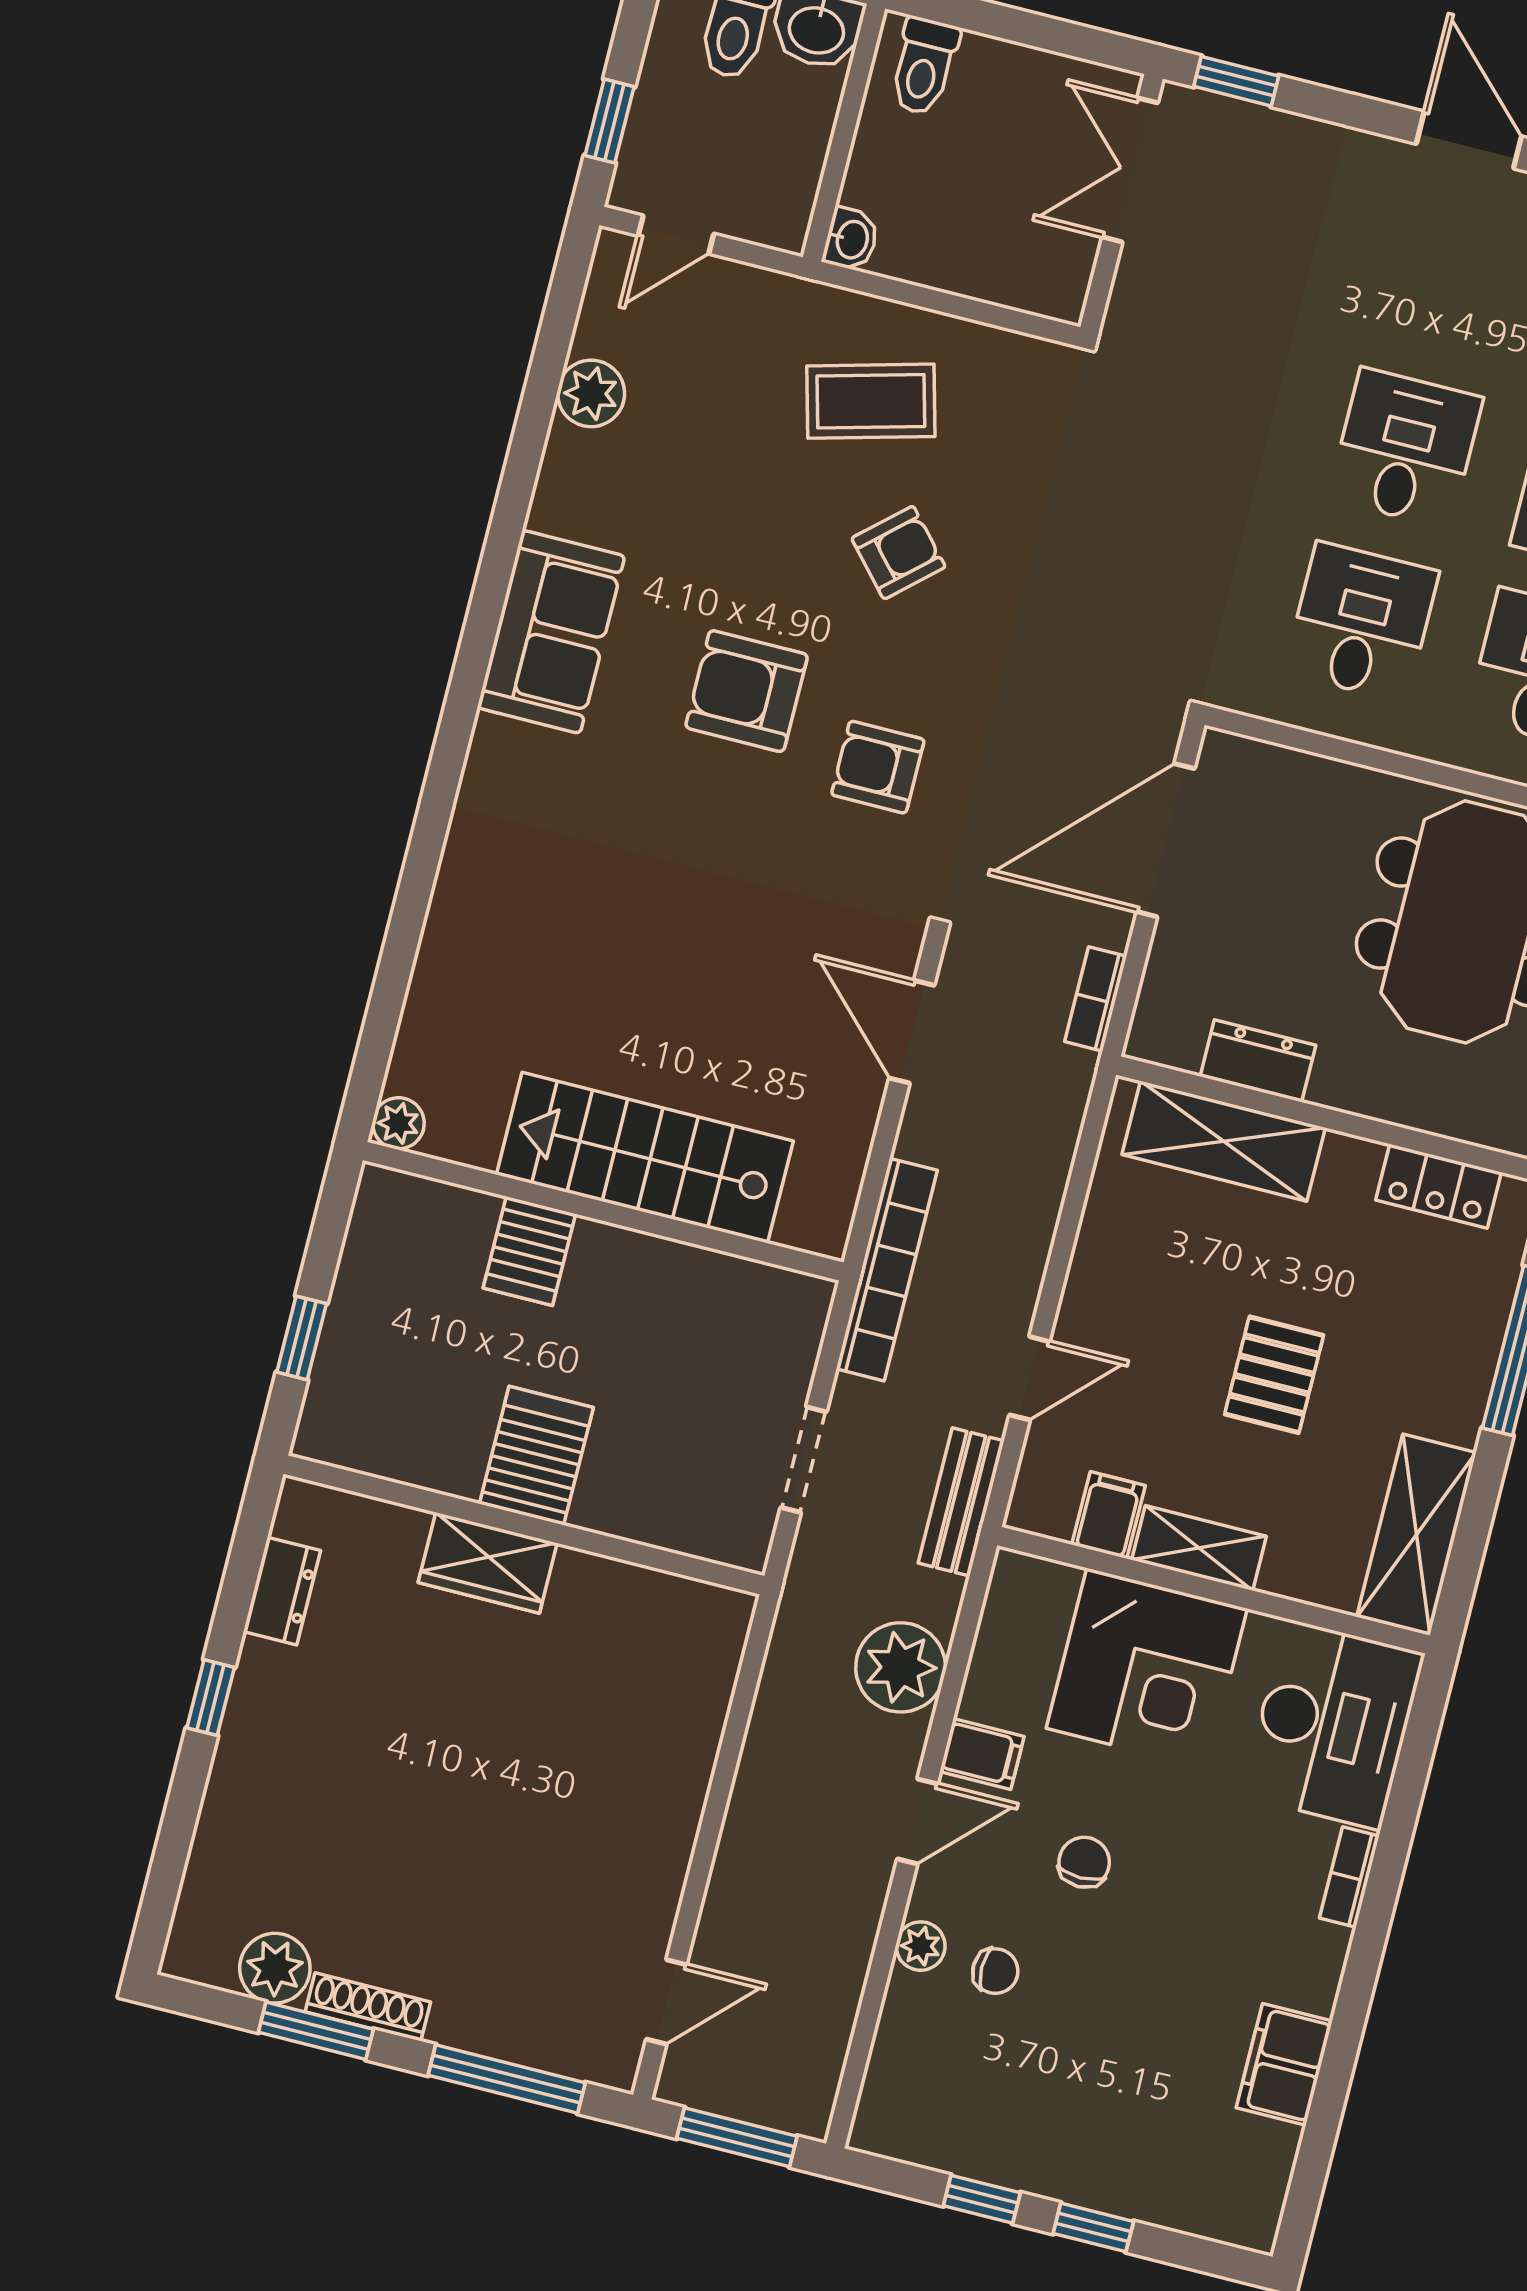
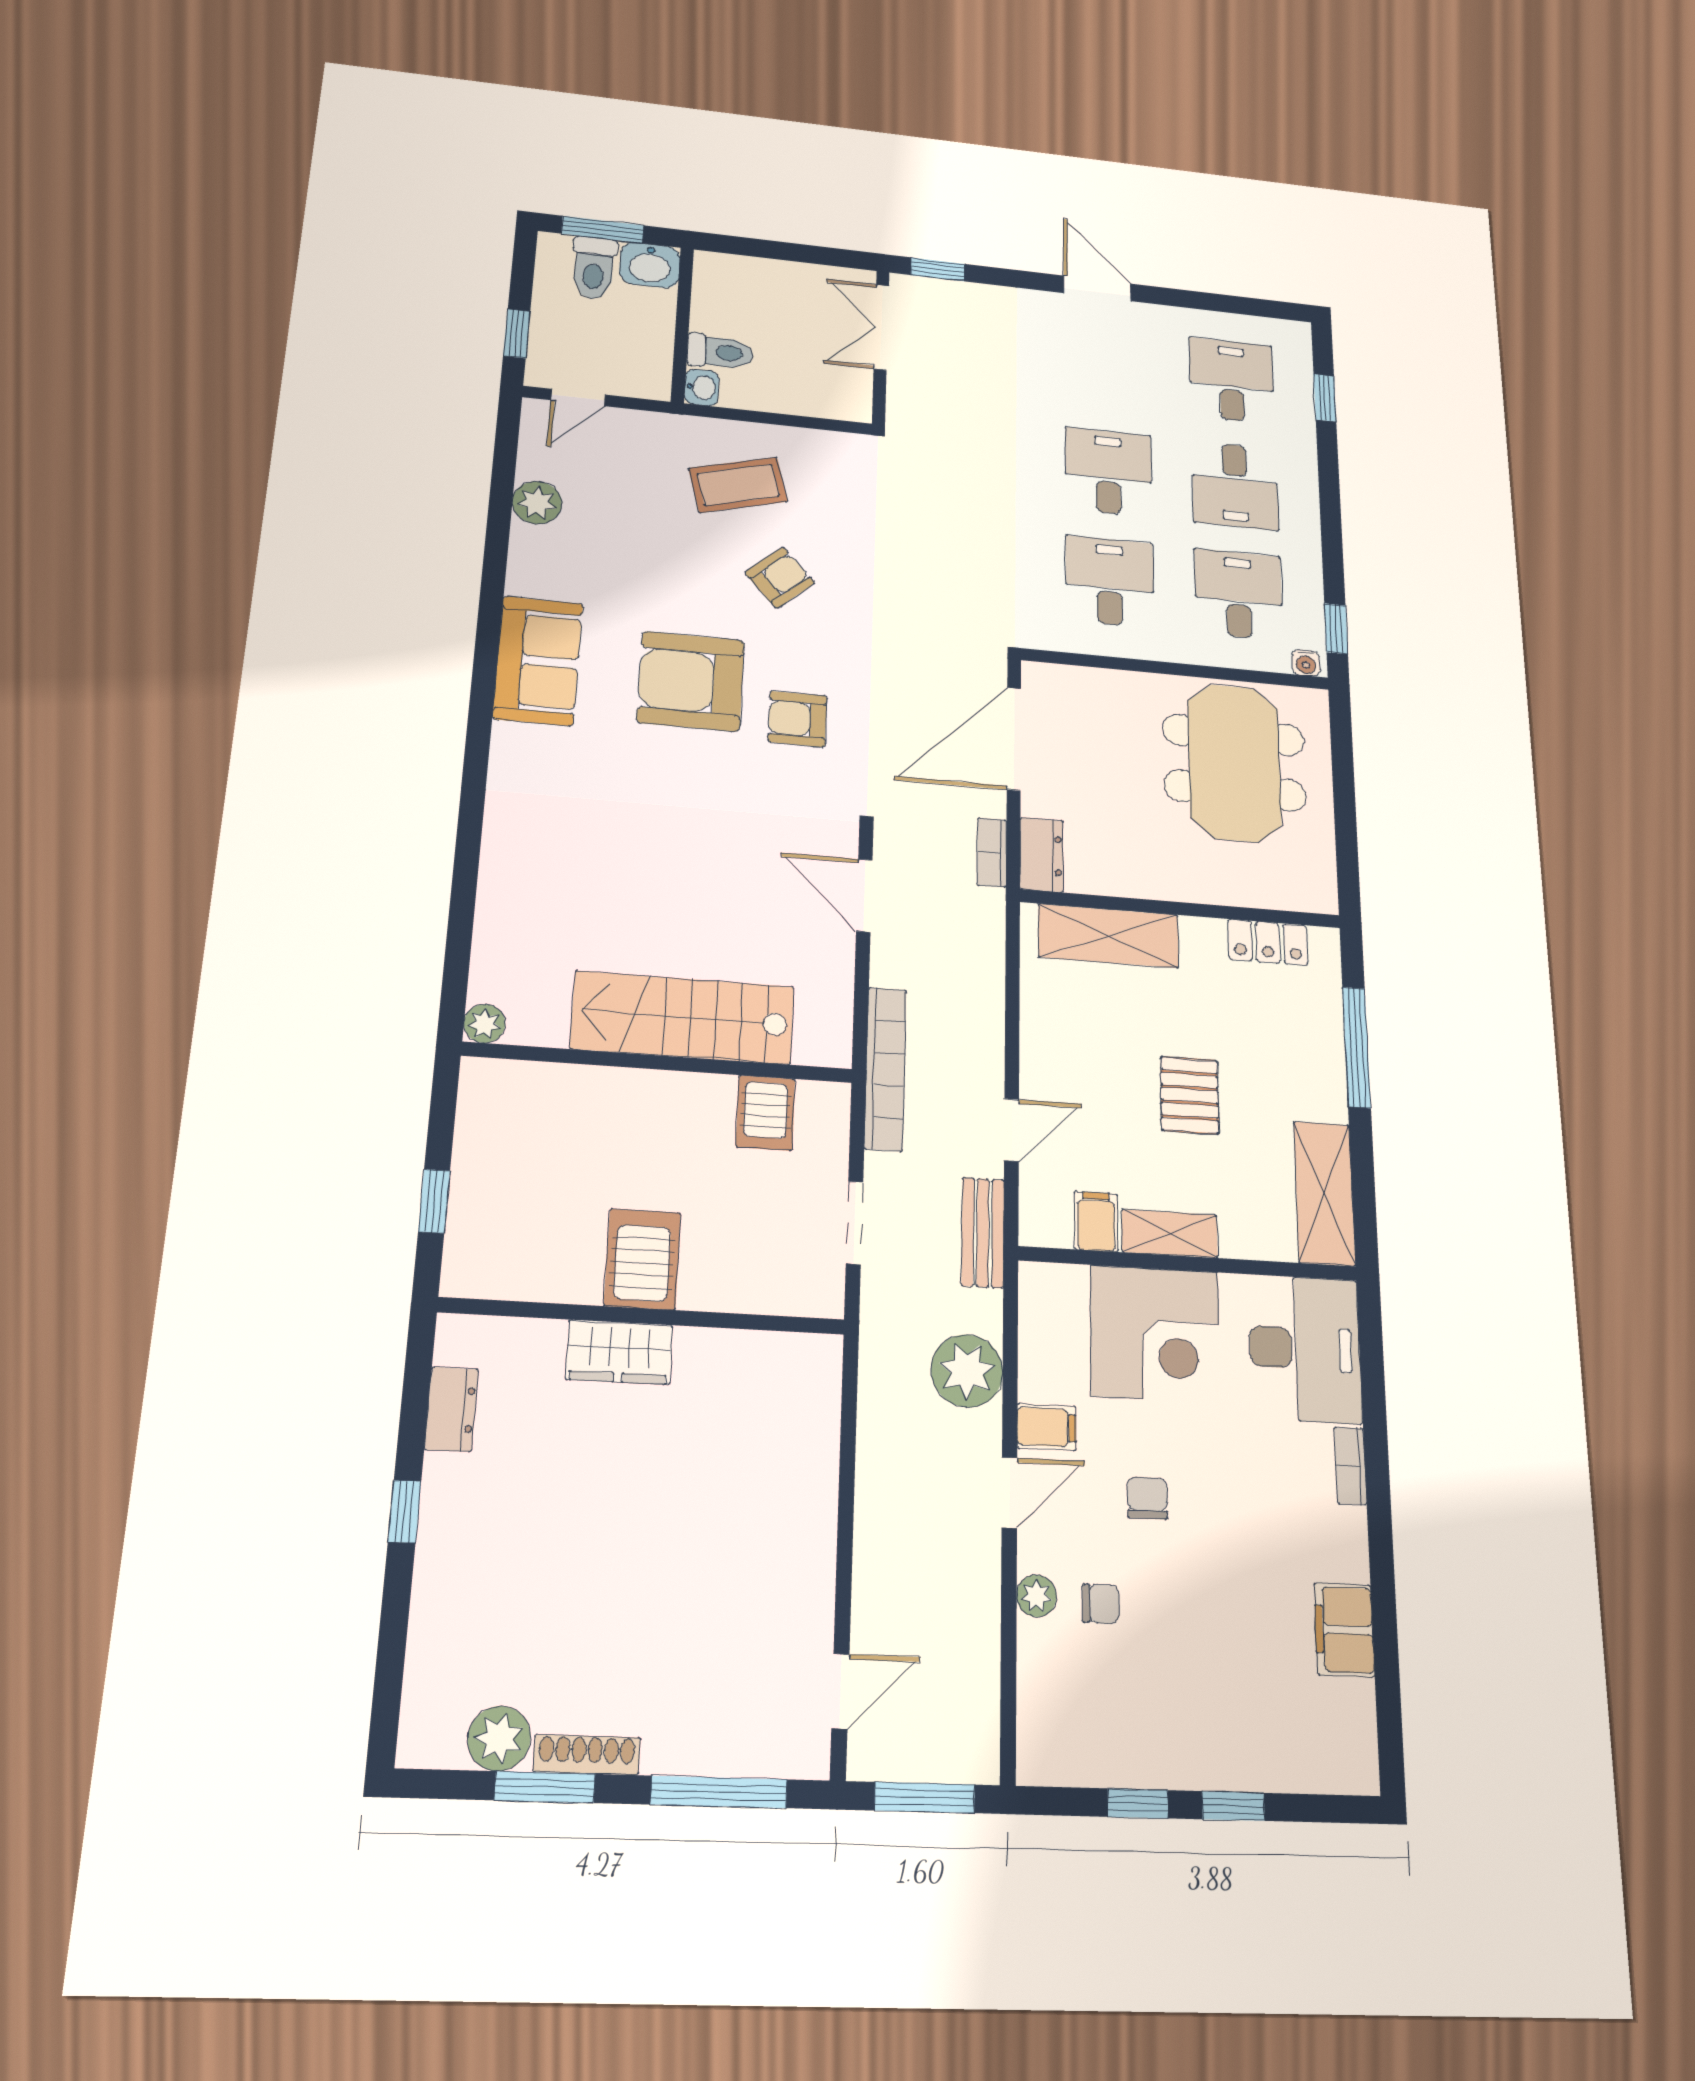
toilet: (924, 66) -> (720, 352), moved, turned -90
armchair: (747, 691) -> (691, 681), width x1.36, depth x1.36
dresser: (1258, 1061) -> (1042, 855), moved, turned 90
server rack: (529, 1251) -> (766, 1113), moved

